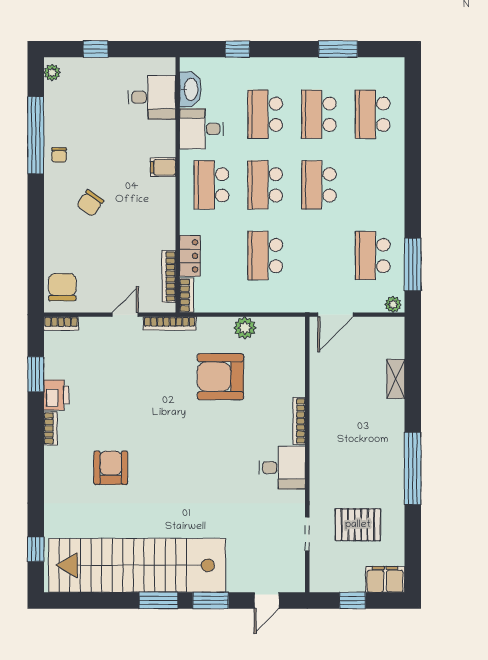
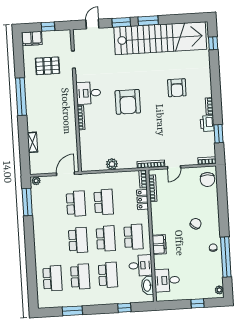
filing cabinet: (163, 167) -> (159, 244), width x2.00
school desk: (373, 256) -> (76, 204), moved
armchair: (220, 377) -> (128, 102), moved, turned 90

